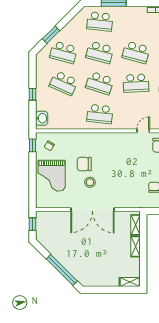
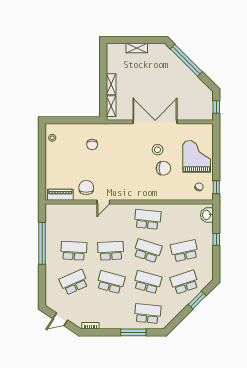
school desk: (64, 52) -> (184, 282), turned -33
school desk: (64, 83) -> (184, 251), turned -36
shelving: (130, 282) -> (137, 48), moved

